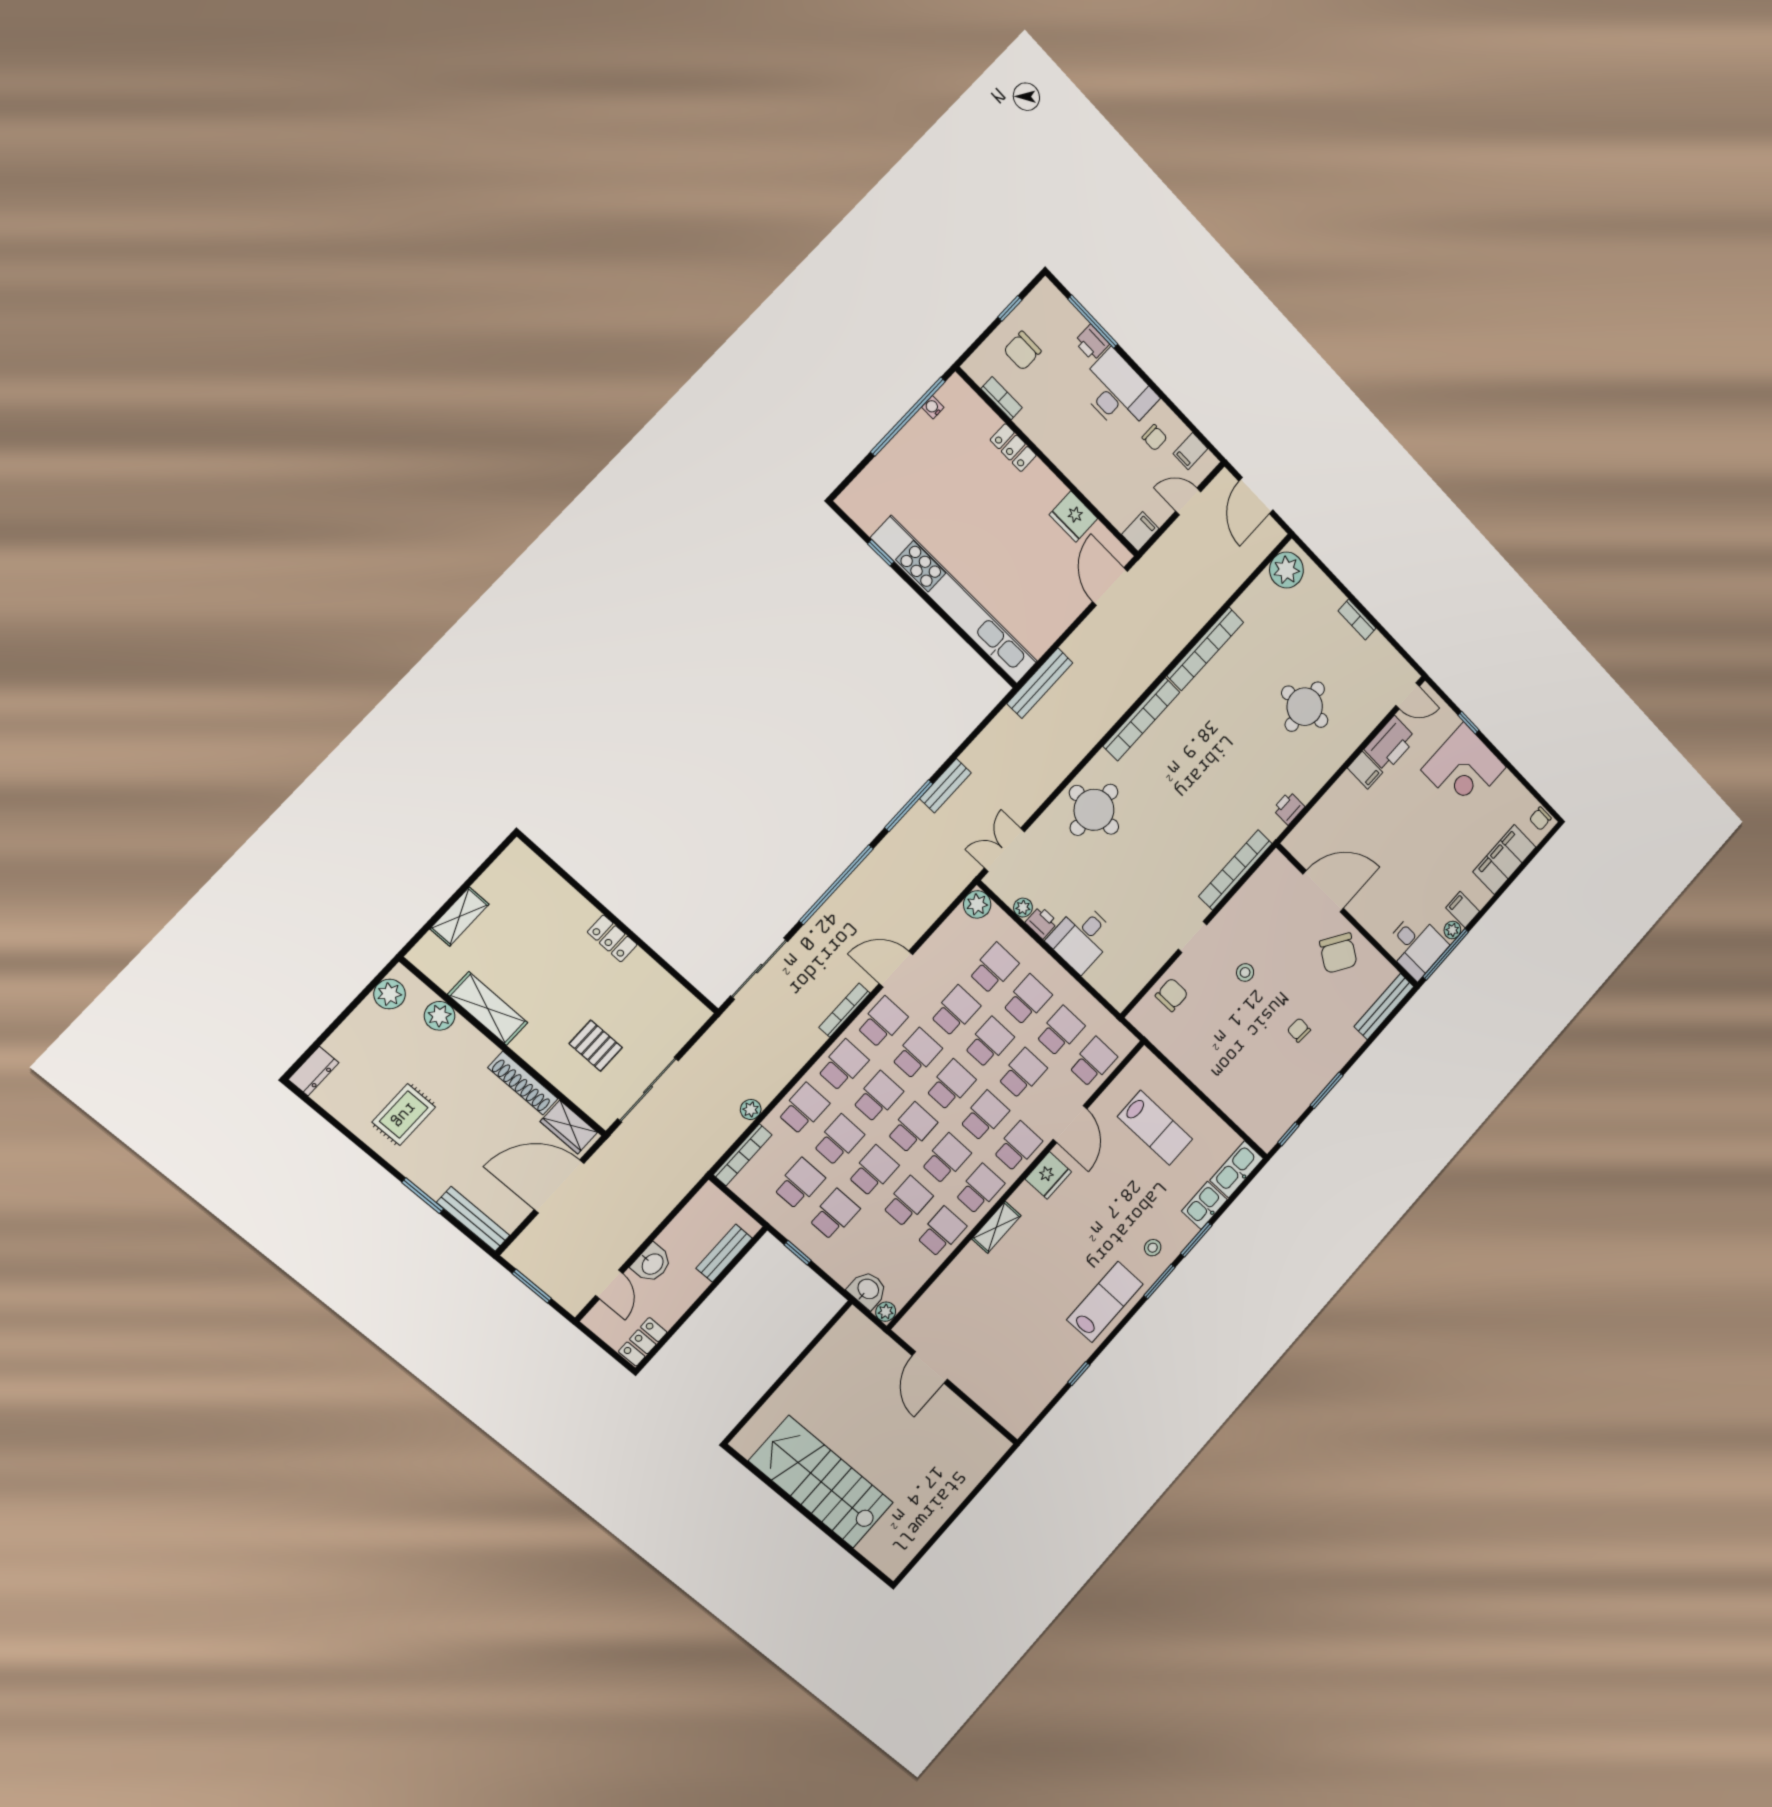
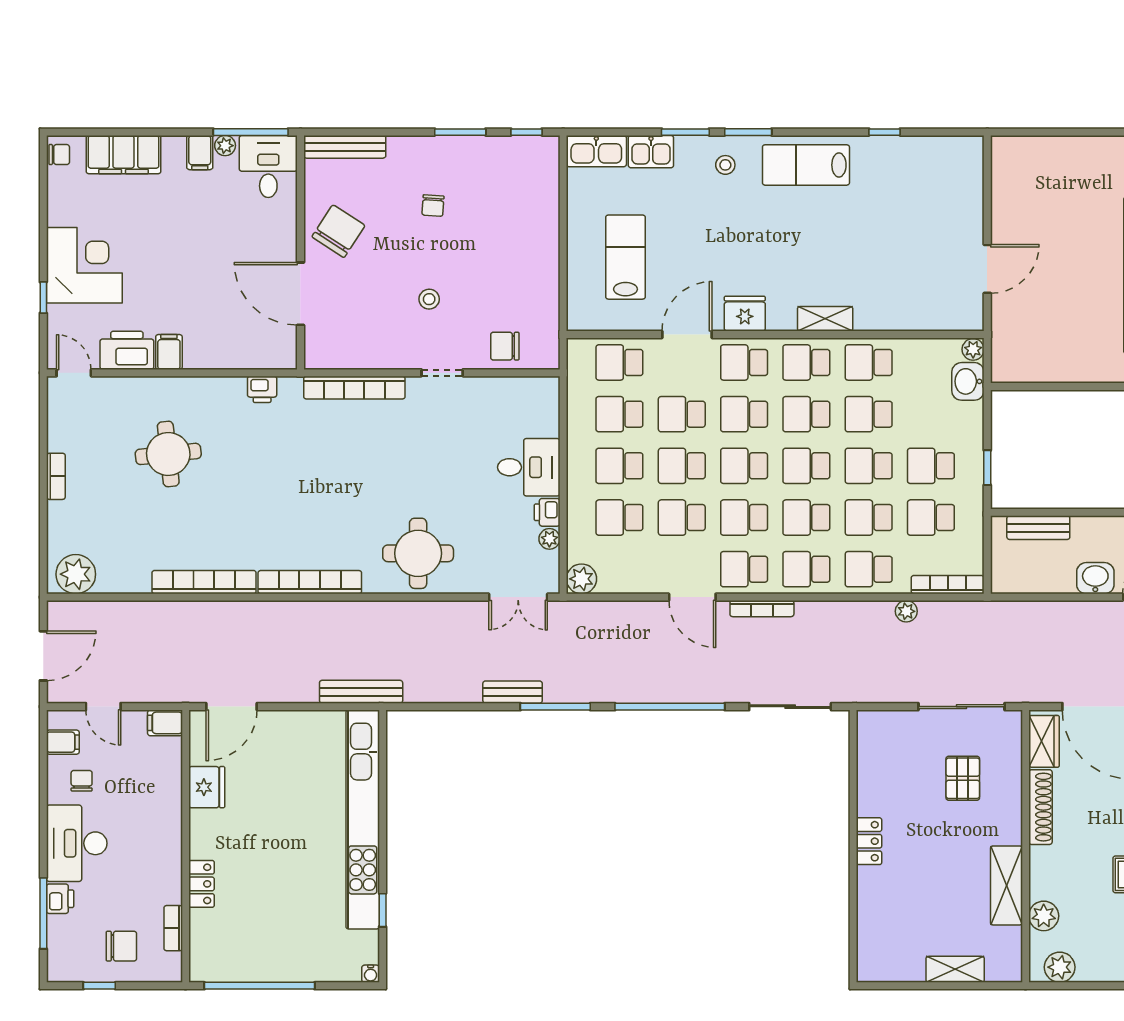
water cooler: (933, 407) -> (371, 974), moved

